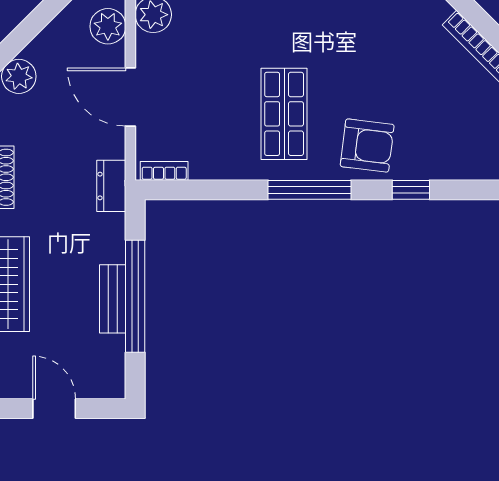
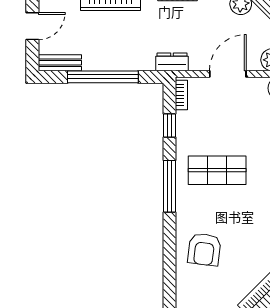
armchair: (367, 146) -> (204, 249), moved
window: (411, 190) -> (170, 125), moved
bench: (113, 299) -> (60, 63), moved

